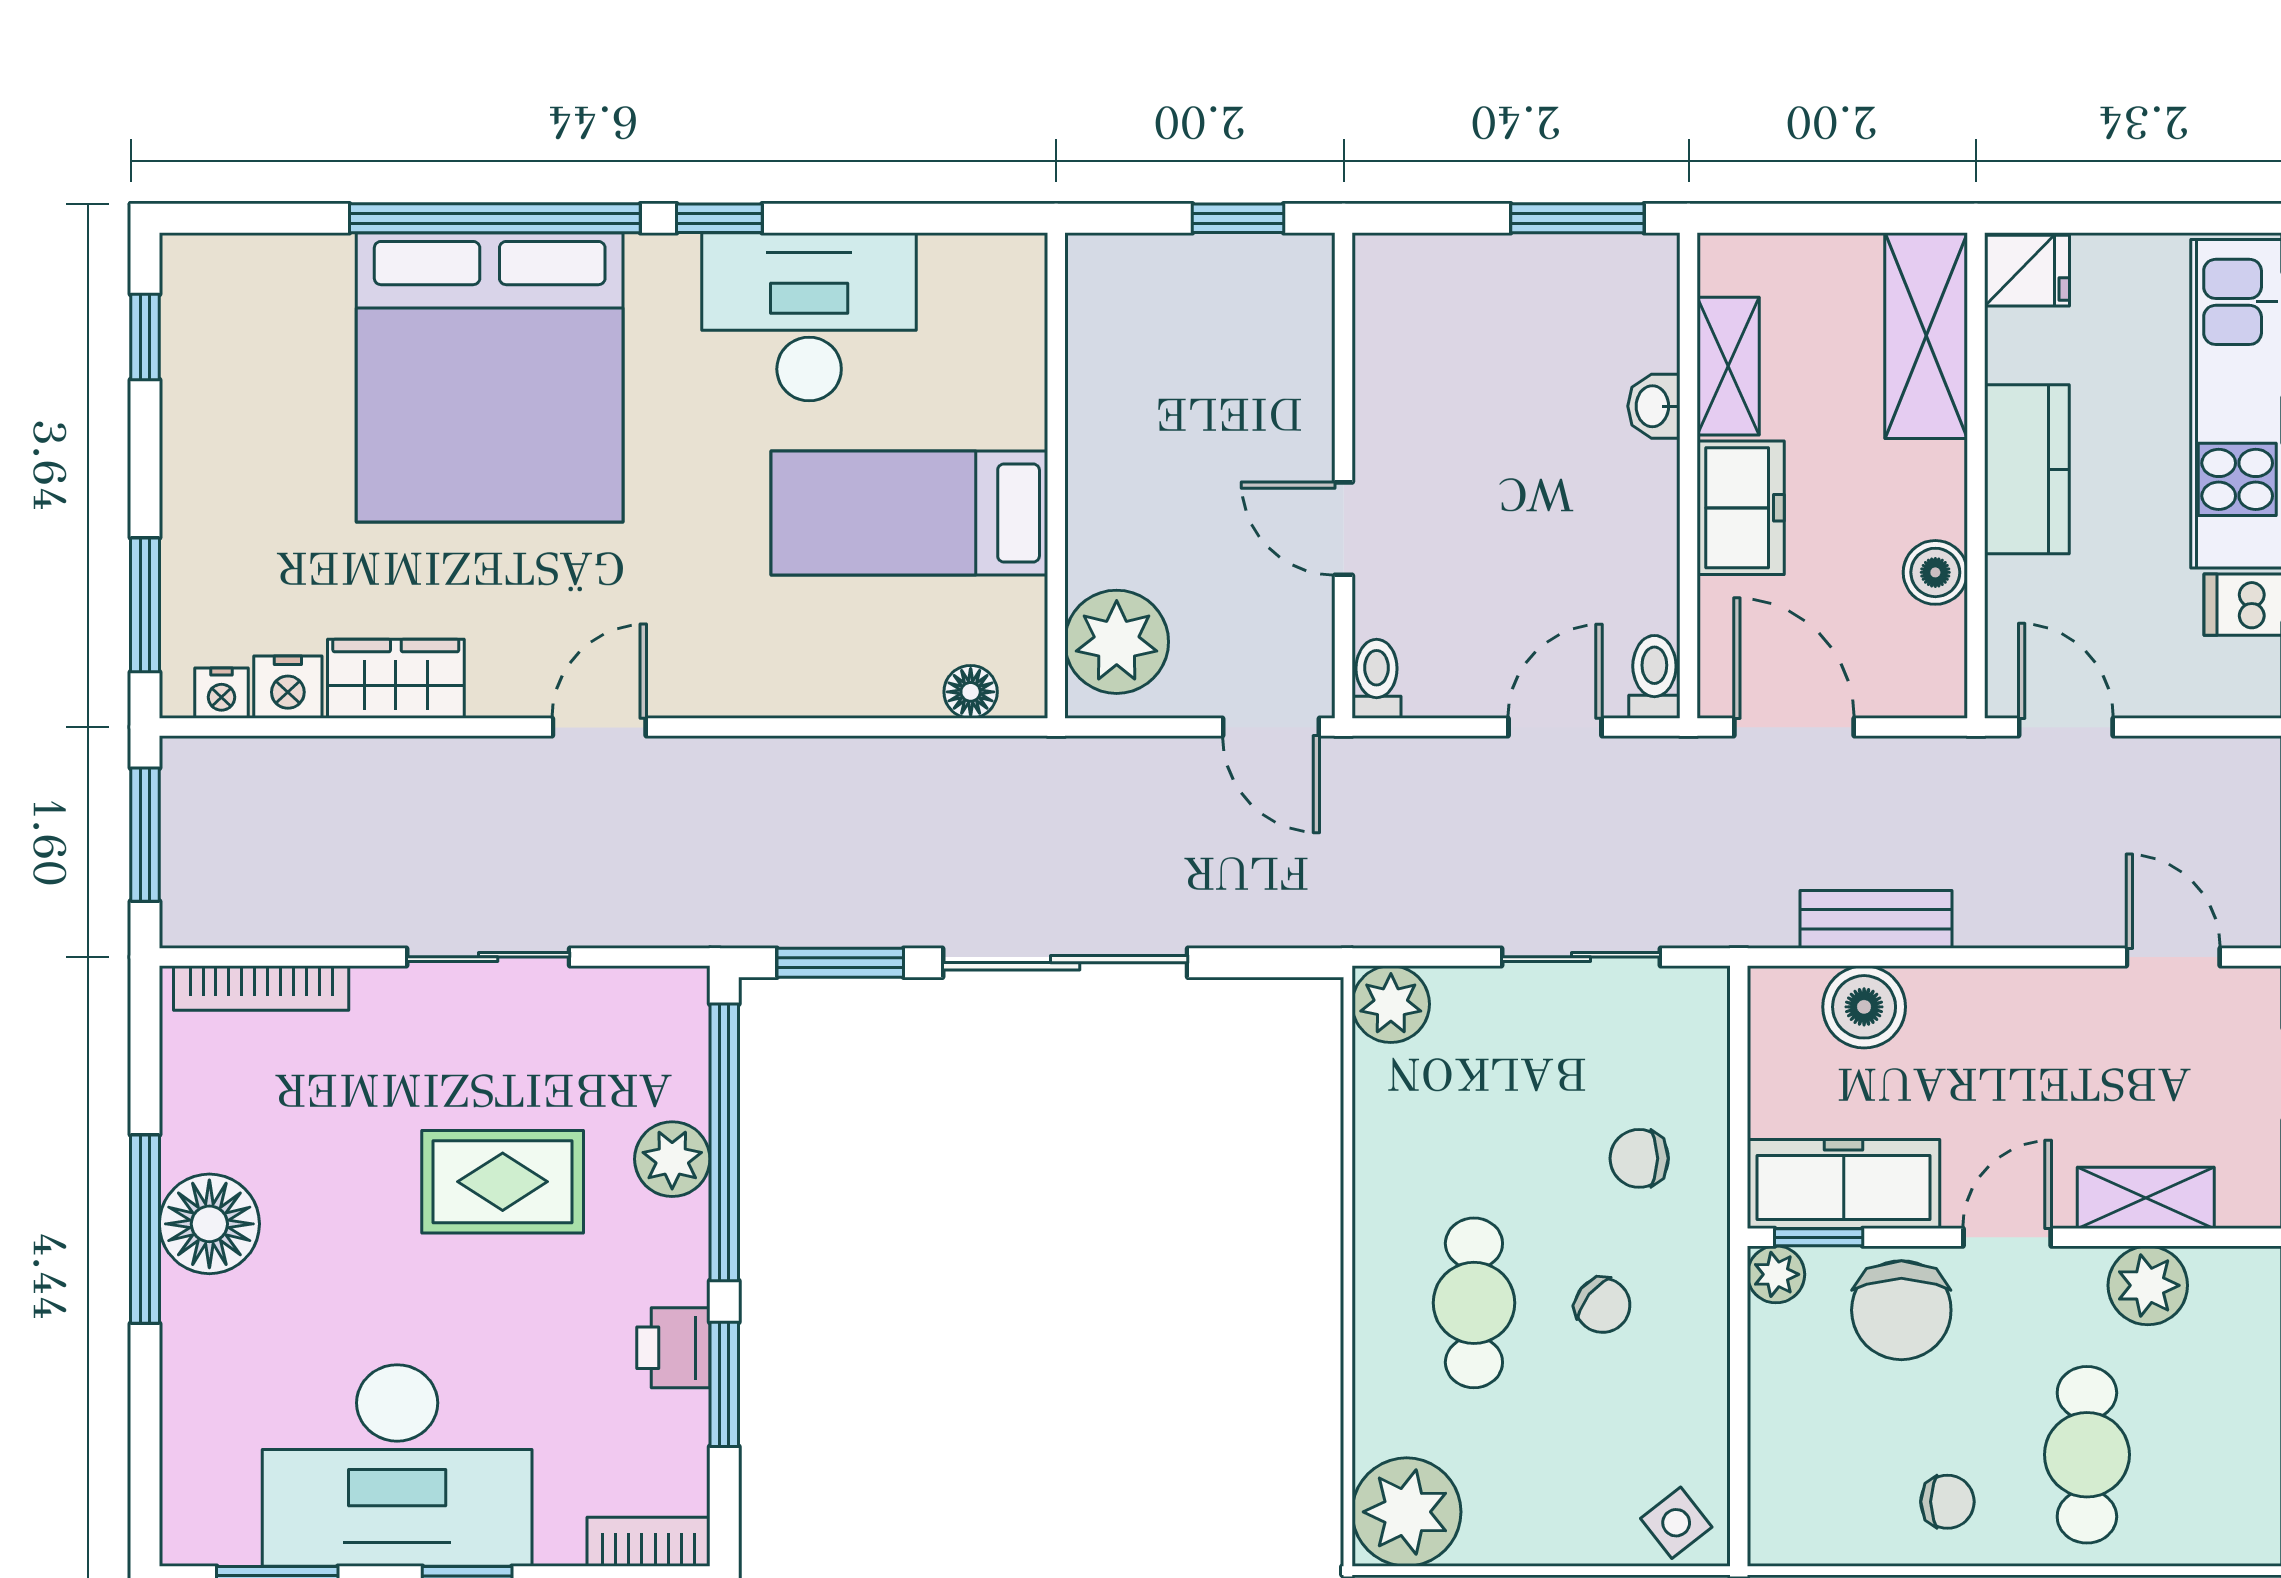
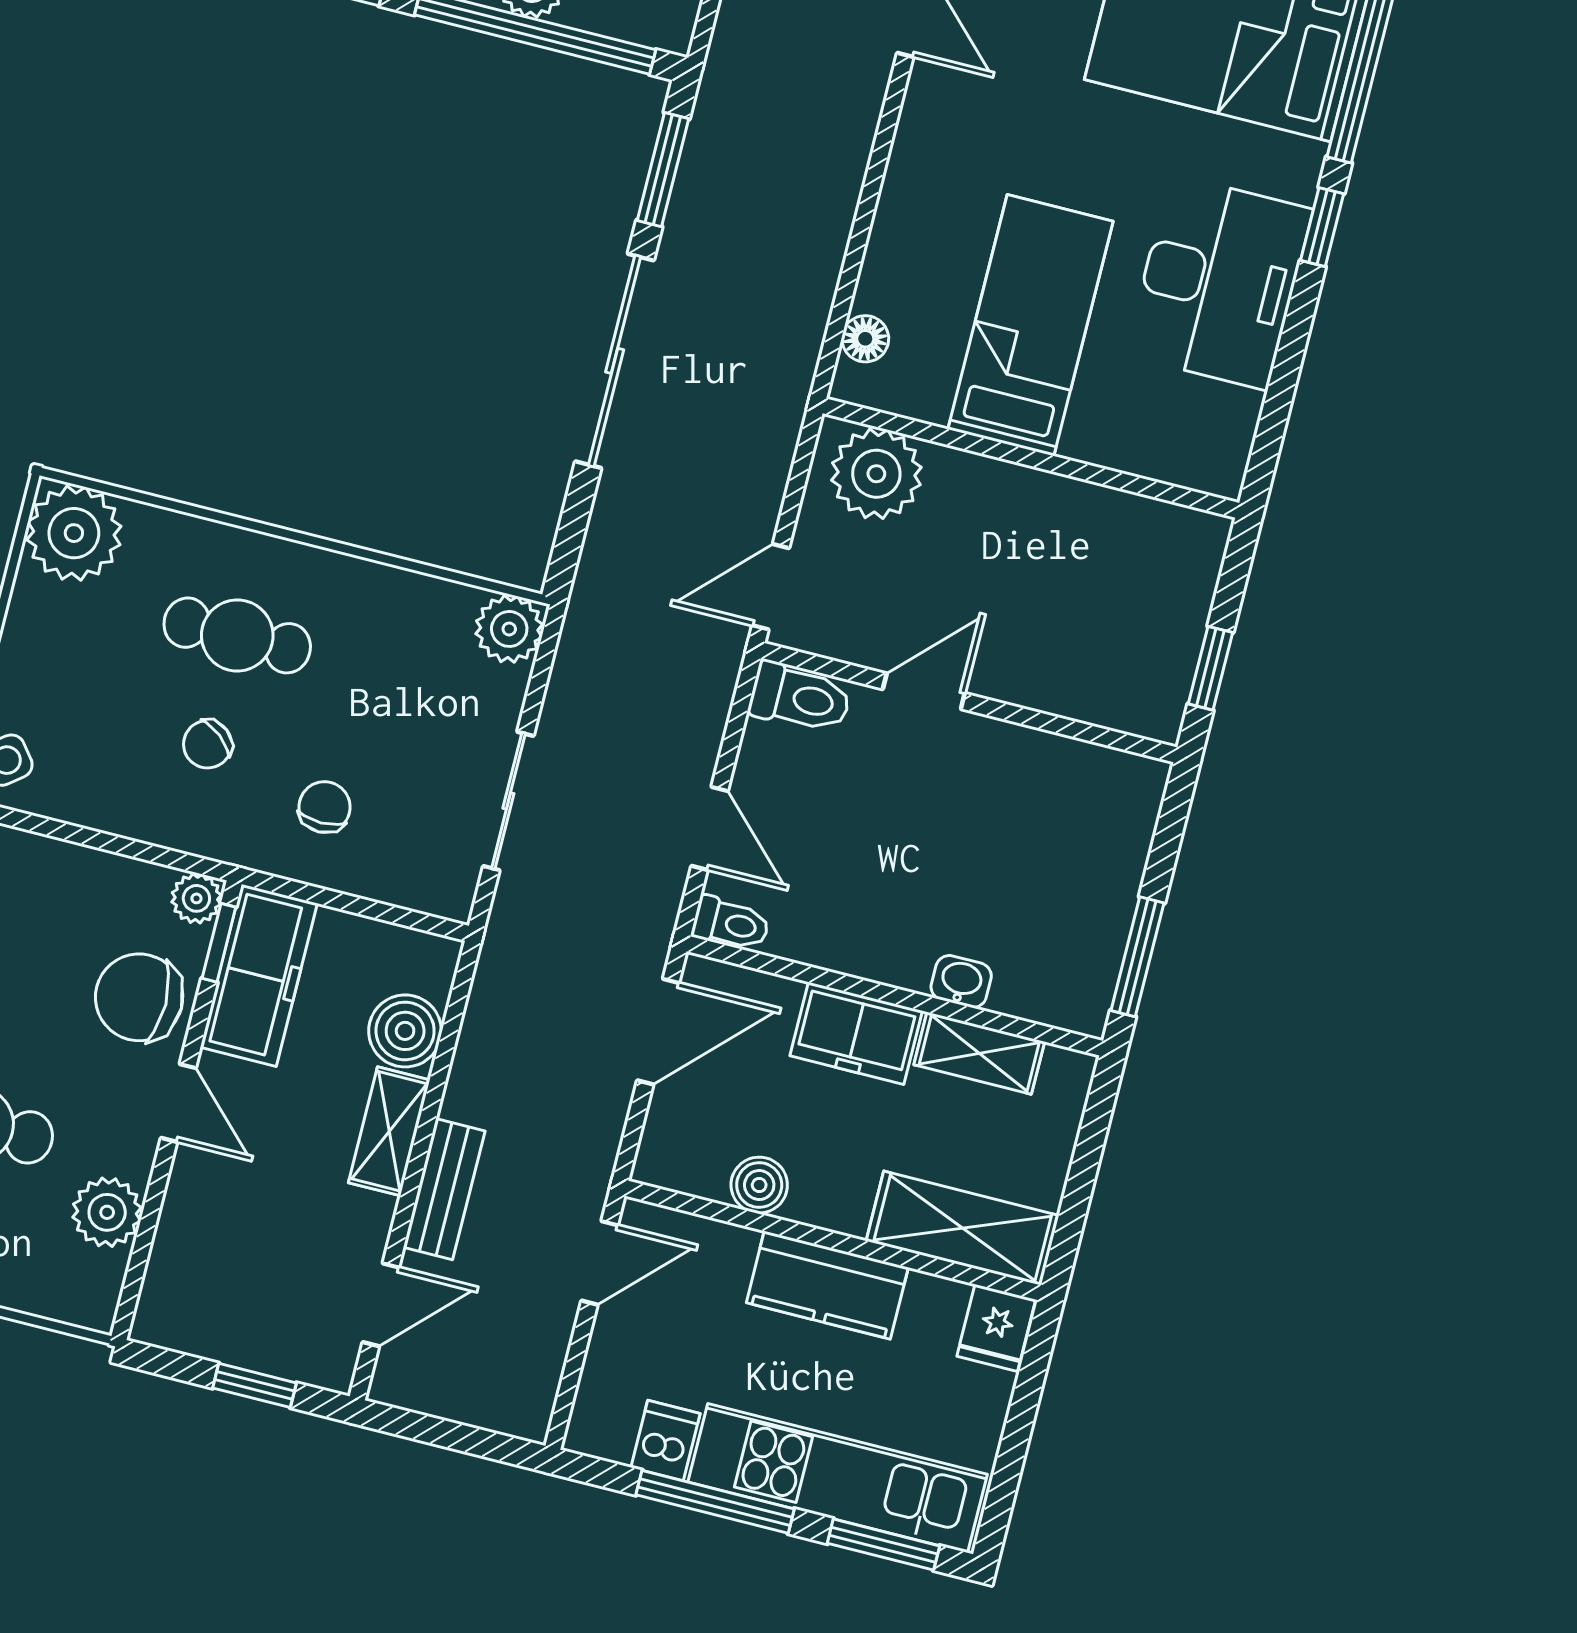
toilet: (1377, 679) -> (800, 698), width x1.37, depth x1.39
bench: (1876, 919) -> (444, 1189), moved
shelving: (2146, 1198) -> (389, 1131), moved

